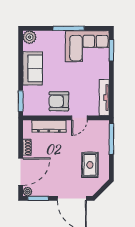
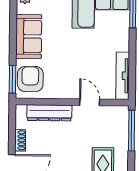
armchair: (59, 101) -> (30, 79), moved, turned 90
door: (79, 118) -> (90, 102), swing flipped

